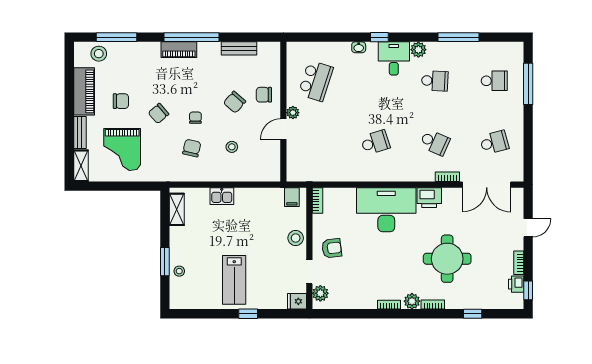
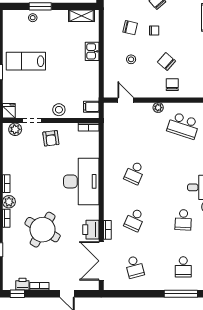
door: (283, 129) -> (126, 100), moved
school desk: (375, 142) -> (135, 173), turned 42
printer: (429, 198) -> (91, 230), moved
round table: (447, 259) -> (43, 230), turned 30

